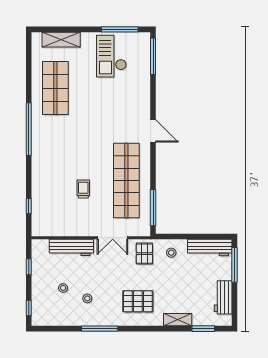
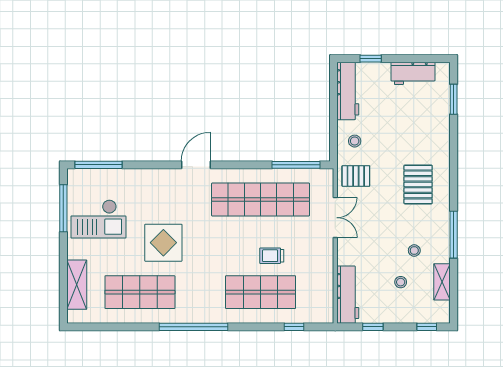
display table: (93, 106) -> (163, 243), added
shop shelf: (55, 180) -> (261, 292), added
workbench: (71, 247) -> (348, 295), moved
window: (235, 265) -> (371, 59), width x0.46
shelving: (178, 320) -> (442, 282), moved

